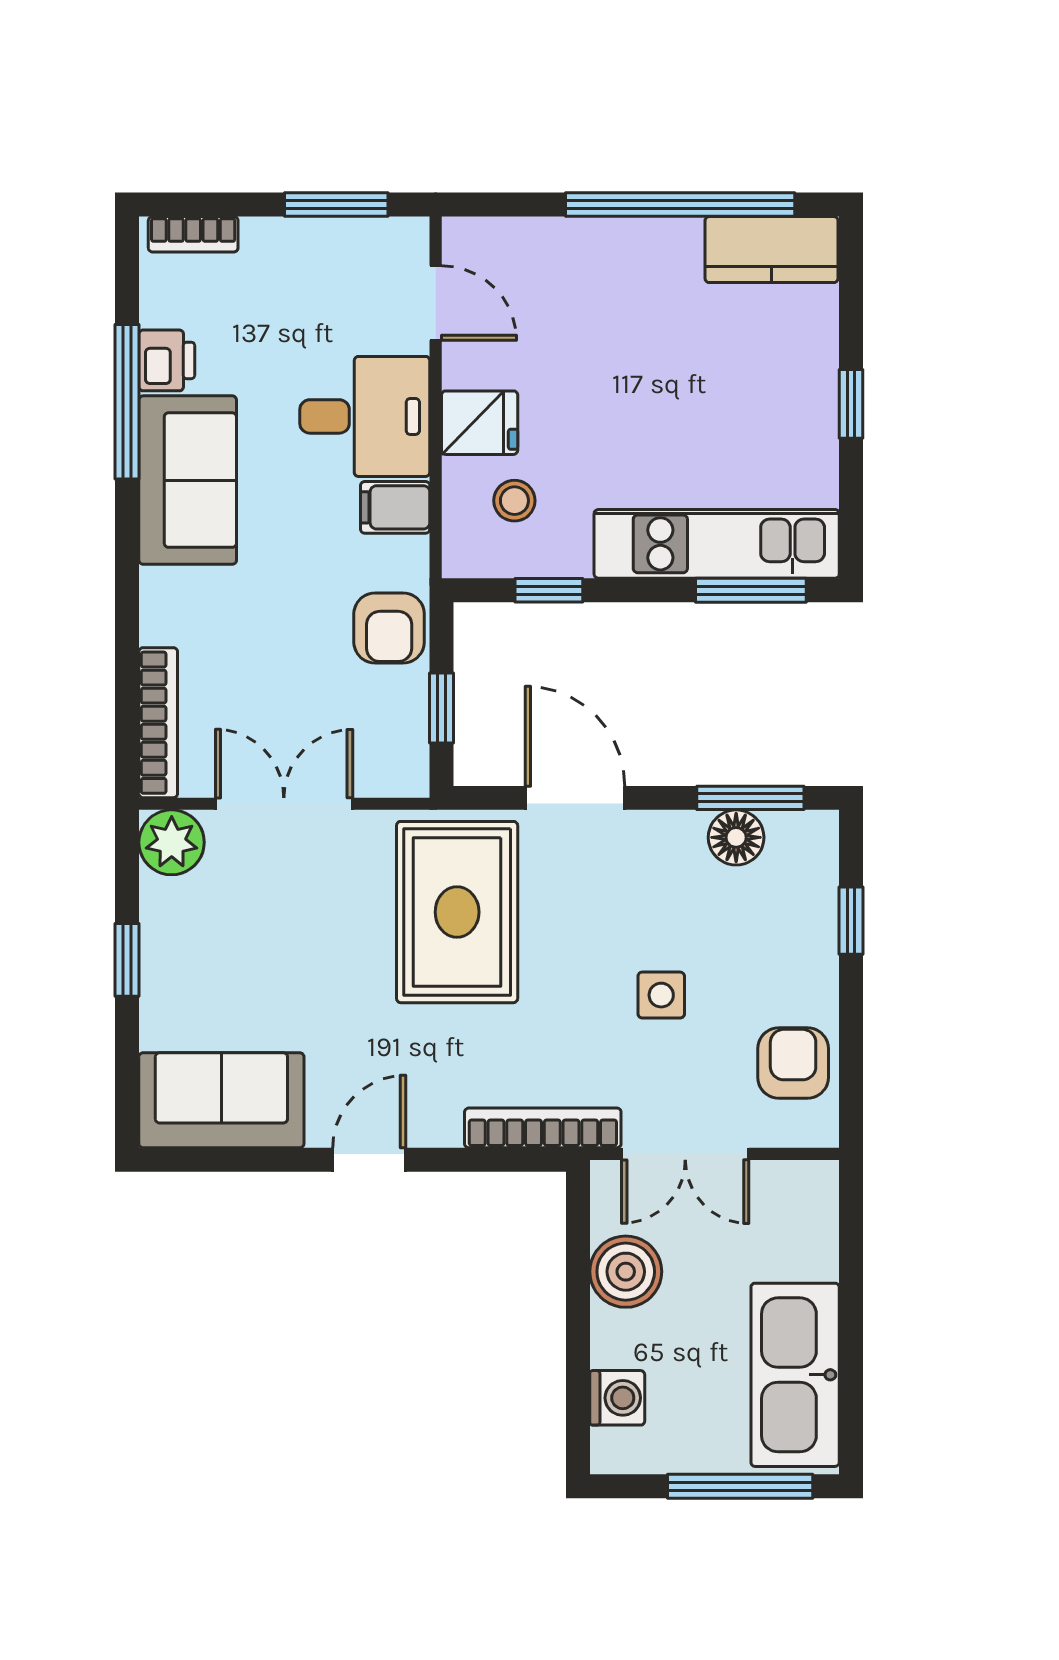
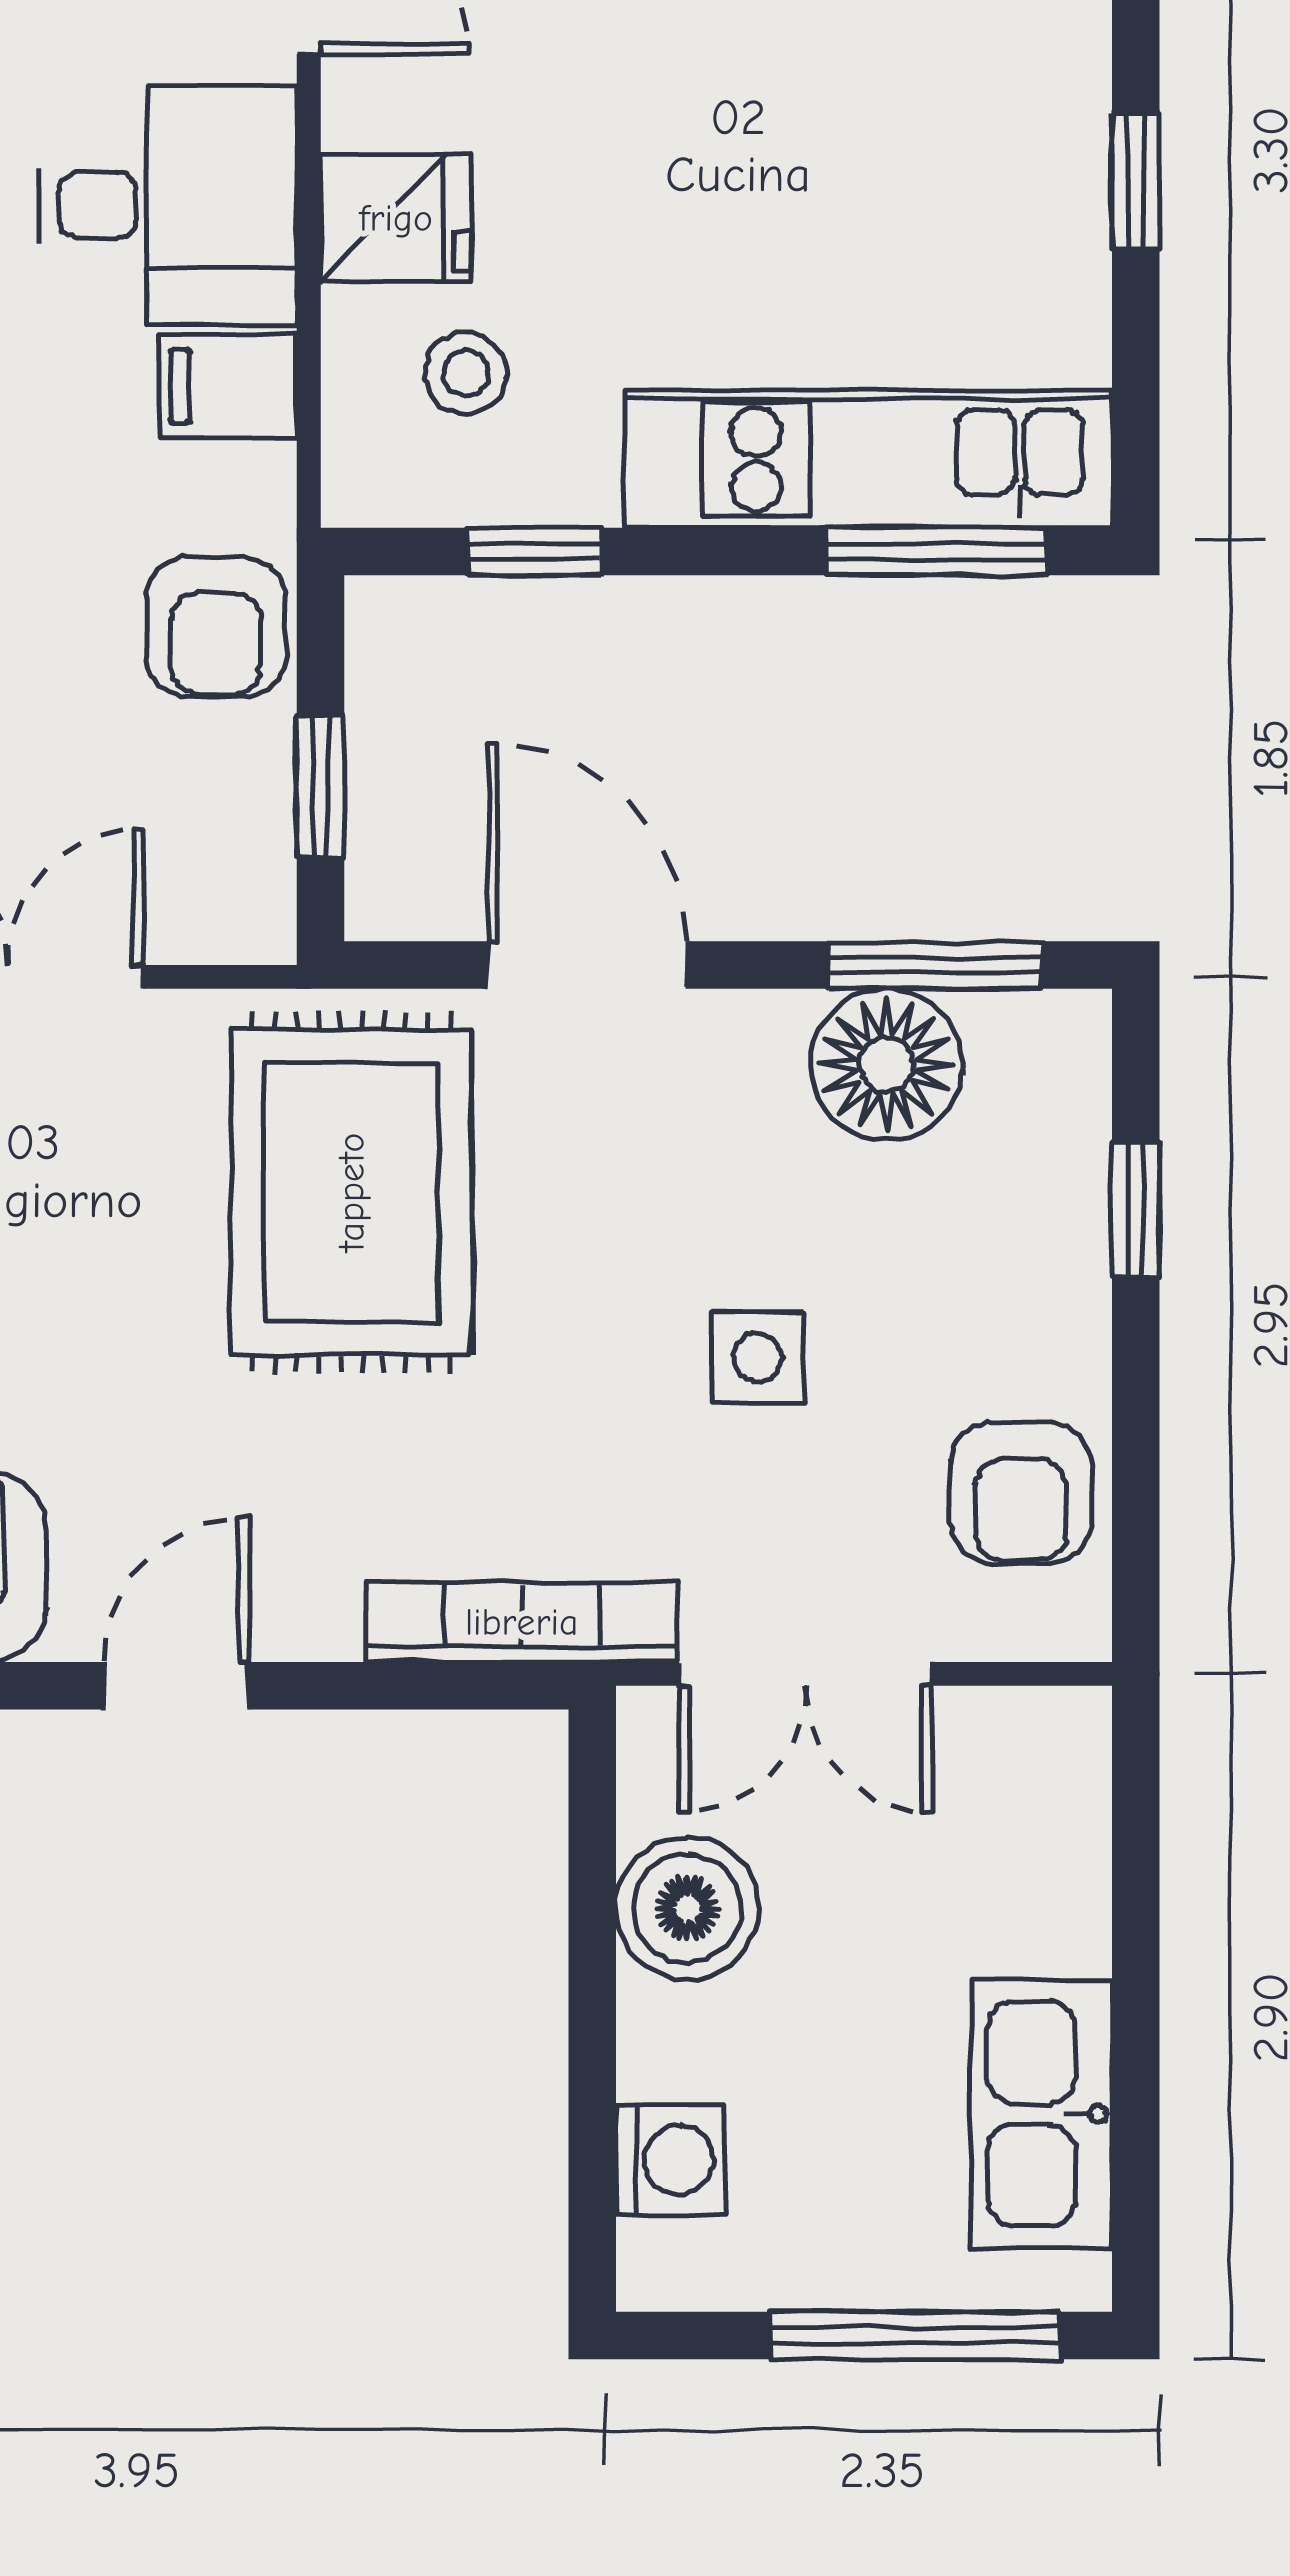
floor lamp: (736, 837) -> (886, 1064), width x1.38, depth x1.38
armchair: (793, 1063) -> (1021, 1493), turned 180
kitchen sink: (795, 1375) -> (1041, 2114), width x0.73, depth x0.81

